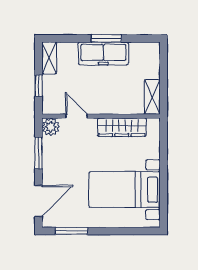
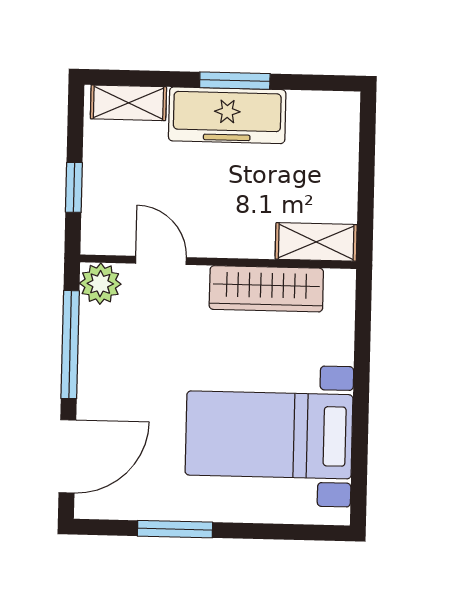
shelving: (49, 58) -> (128, 103), moved, turned 90
shelving: (152, 97) -> (316, 242), moved, turned 90
window: (39, 153) -> (70, 345), width x1.44
window: (72, 231) -> (175, 529), moved

